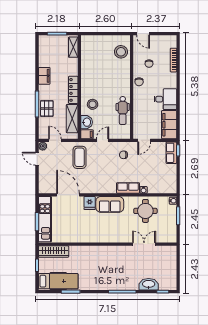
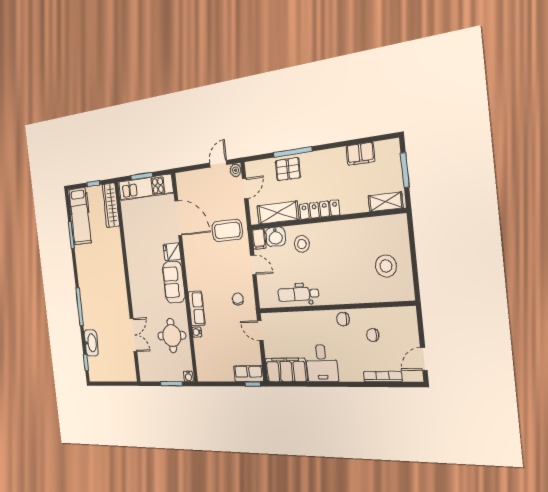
door: (143, 34) -> (424, 359), moved
stool: (121, 52) -> (386, 266), moved
filing cabinet: (44, 76) -> (360, 154), moved
door: (68, 195) -> (178, 218), hinge flipped

